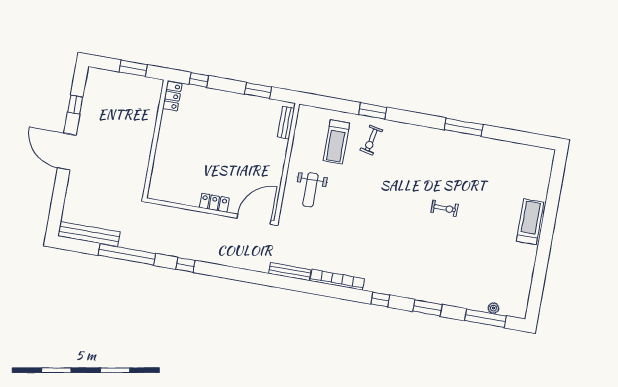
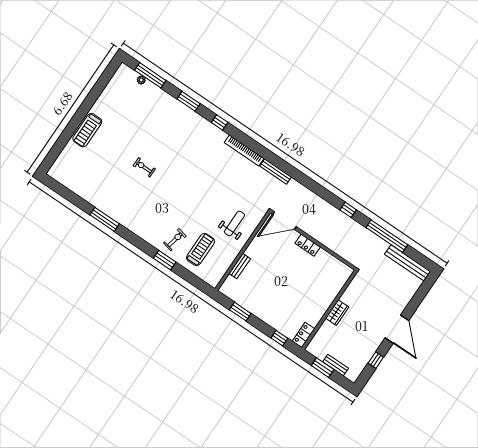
bench: (119, 78) -> (336, 365), added
bench: (286, 123) -> (240, 266), moved
wardrobe: (145, 140) -> (337, 313), added

